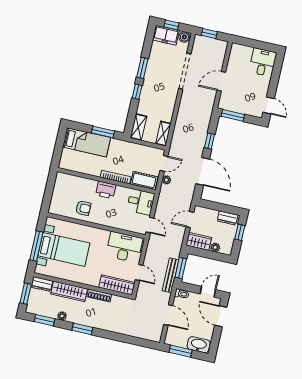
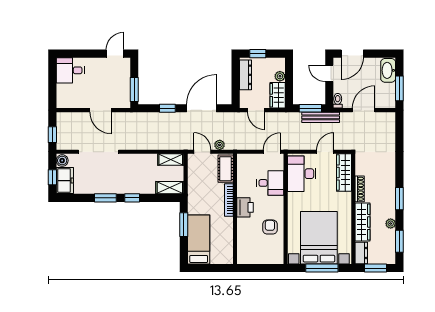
desk: (141, 202) -> (270, 183), moved, turned 90
dresser: (228, 218) -> (245, 75), width x1.44
bed with nightstands: (64, 249) -> (319, 238), width x1.36

